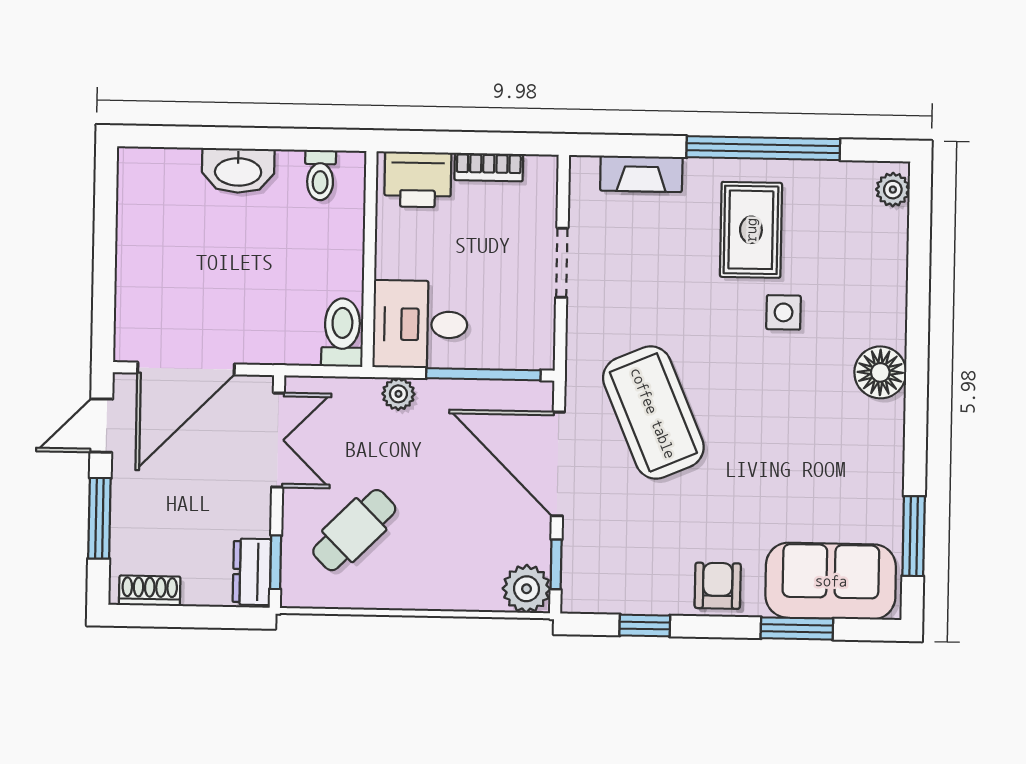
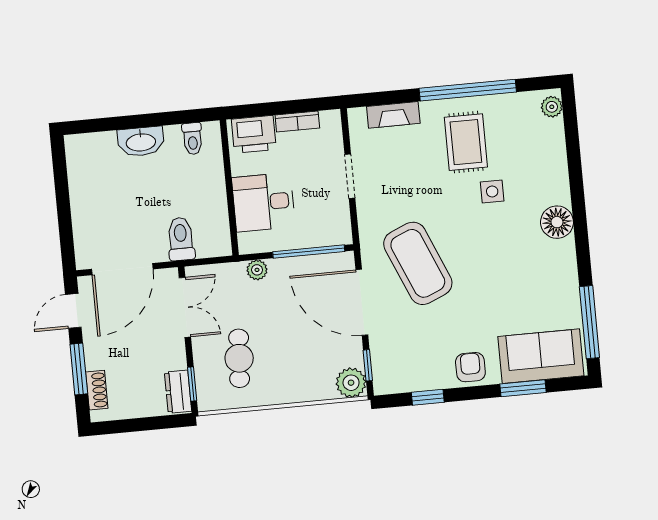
desk: (420, 324) -> (263, 202), moved
toilet: (342, 332) -> (181, 239), moved
cafe table: (354, 530) -> (239, 358), turned -41
window: (914, 536) -> (589, 322), width x1.44
shoe rack: (150, 591) -> (97, 390), moved, turned 90

